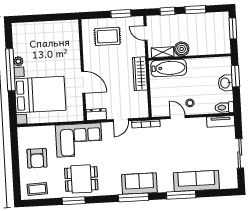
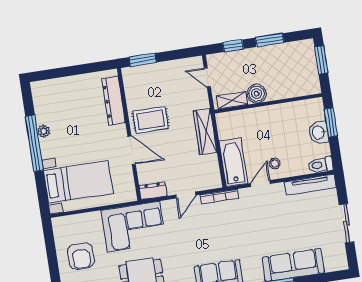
window: (121, 14) -> (143, 60), moved
rug: (107, 36) -> (151, 120), moved
dresser: (73, 44) -> (114, 101), added
bathtub: (169, 68) -> (233, 162), moved, turned -90
bed with nightstands: (40, 95) -> (78, 182), width x0.73
door: (178, 117) -> (260, 184), hinge flipped
tv unit: (221, 121) -> (310, 185), width x1.41

